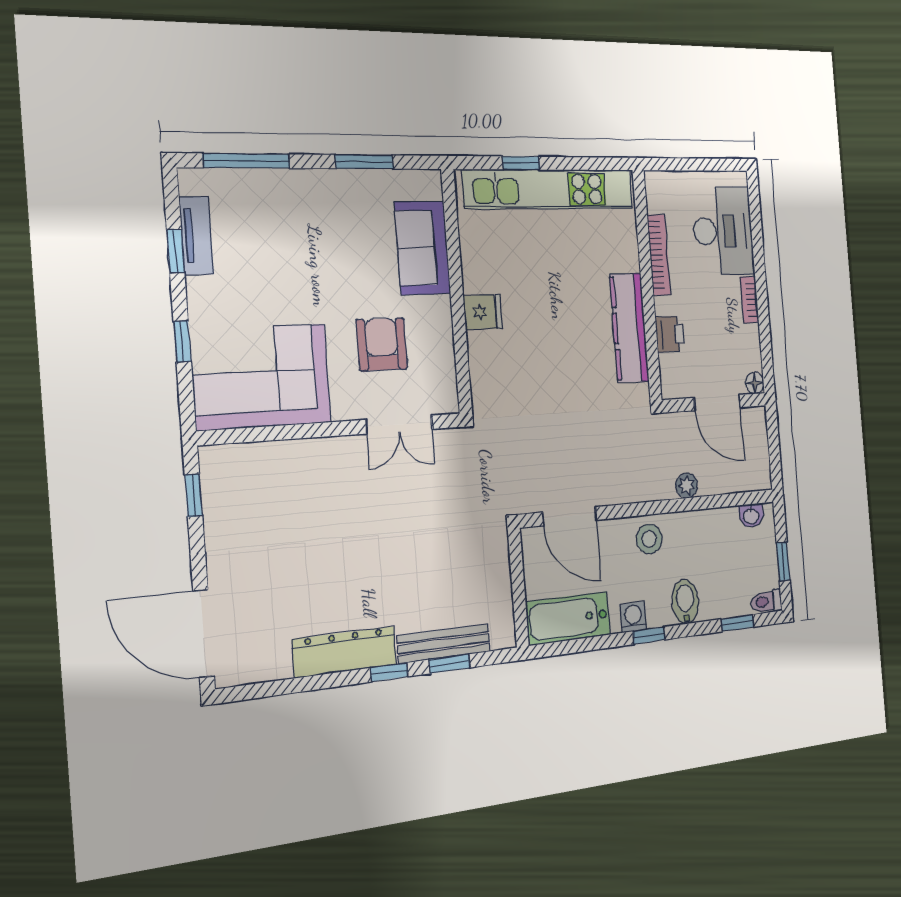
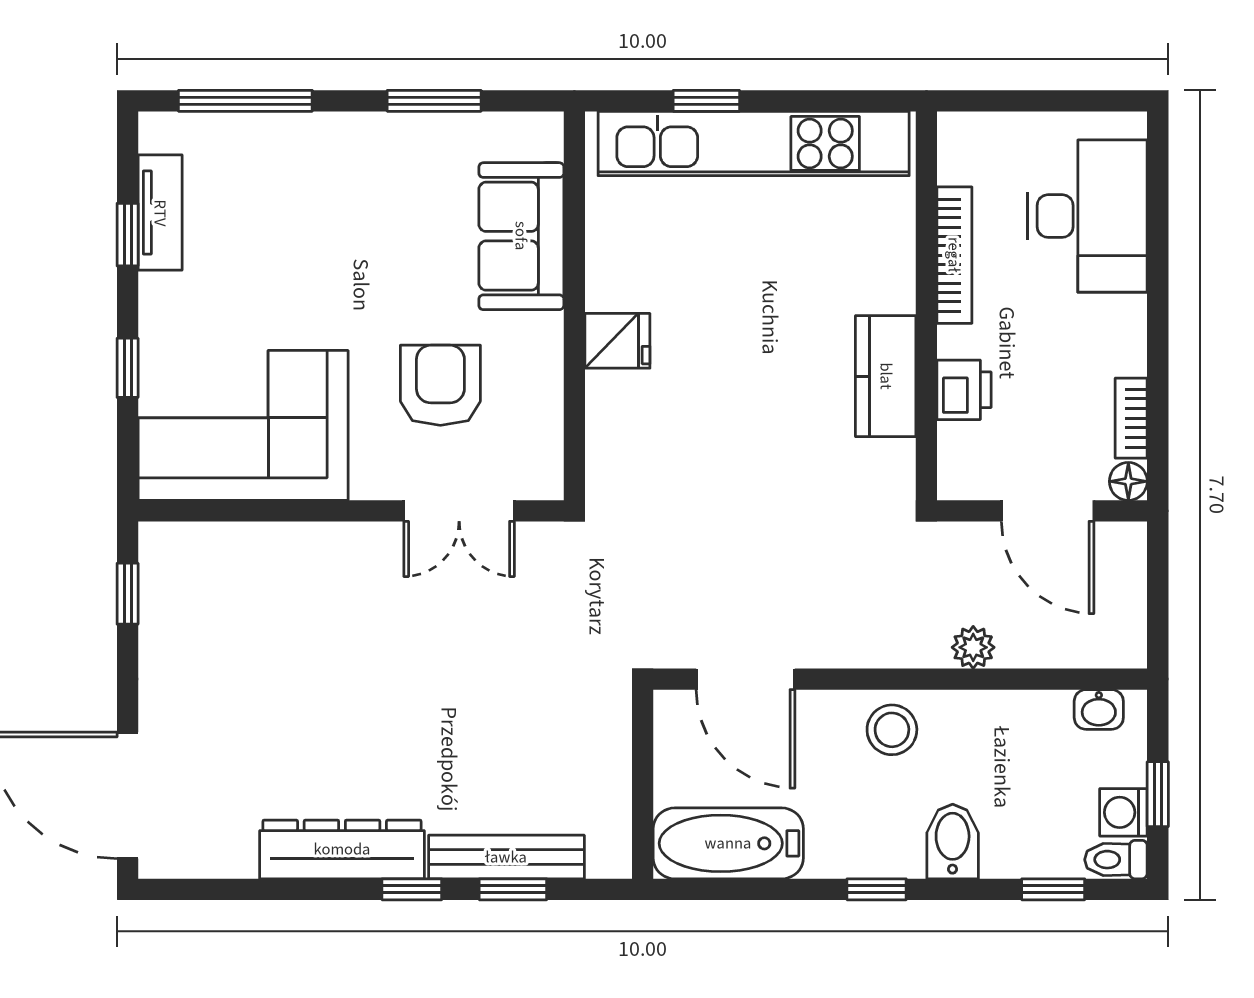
bookcase: (750, 300) -> (1131, 418), moved
kitchen counter: (629, 328) -> (886, 376), width x0.67
washing machine: (633, 617) -> (1123, 812), moved, turned -90

